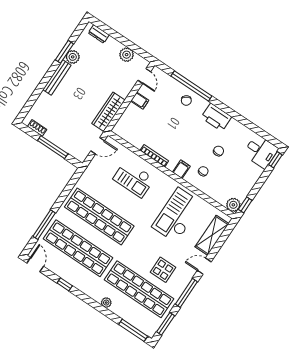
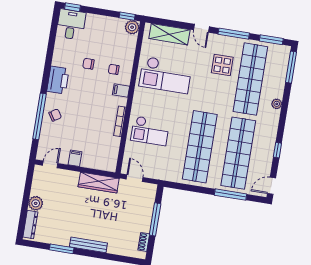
dresser: (99, 34) -> (30, 225), width x1.44
plant: (127, 55) -> (36, 203), moved
plant: (73, 57) -> (63, 239), removed
checkout: (134, 179) -> (150, 131), turned 90

